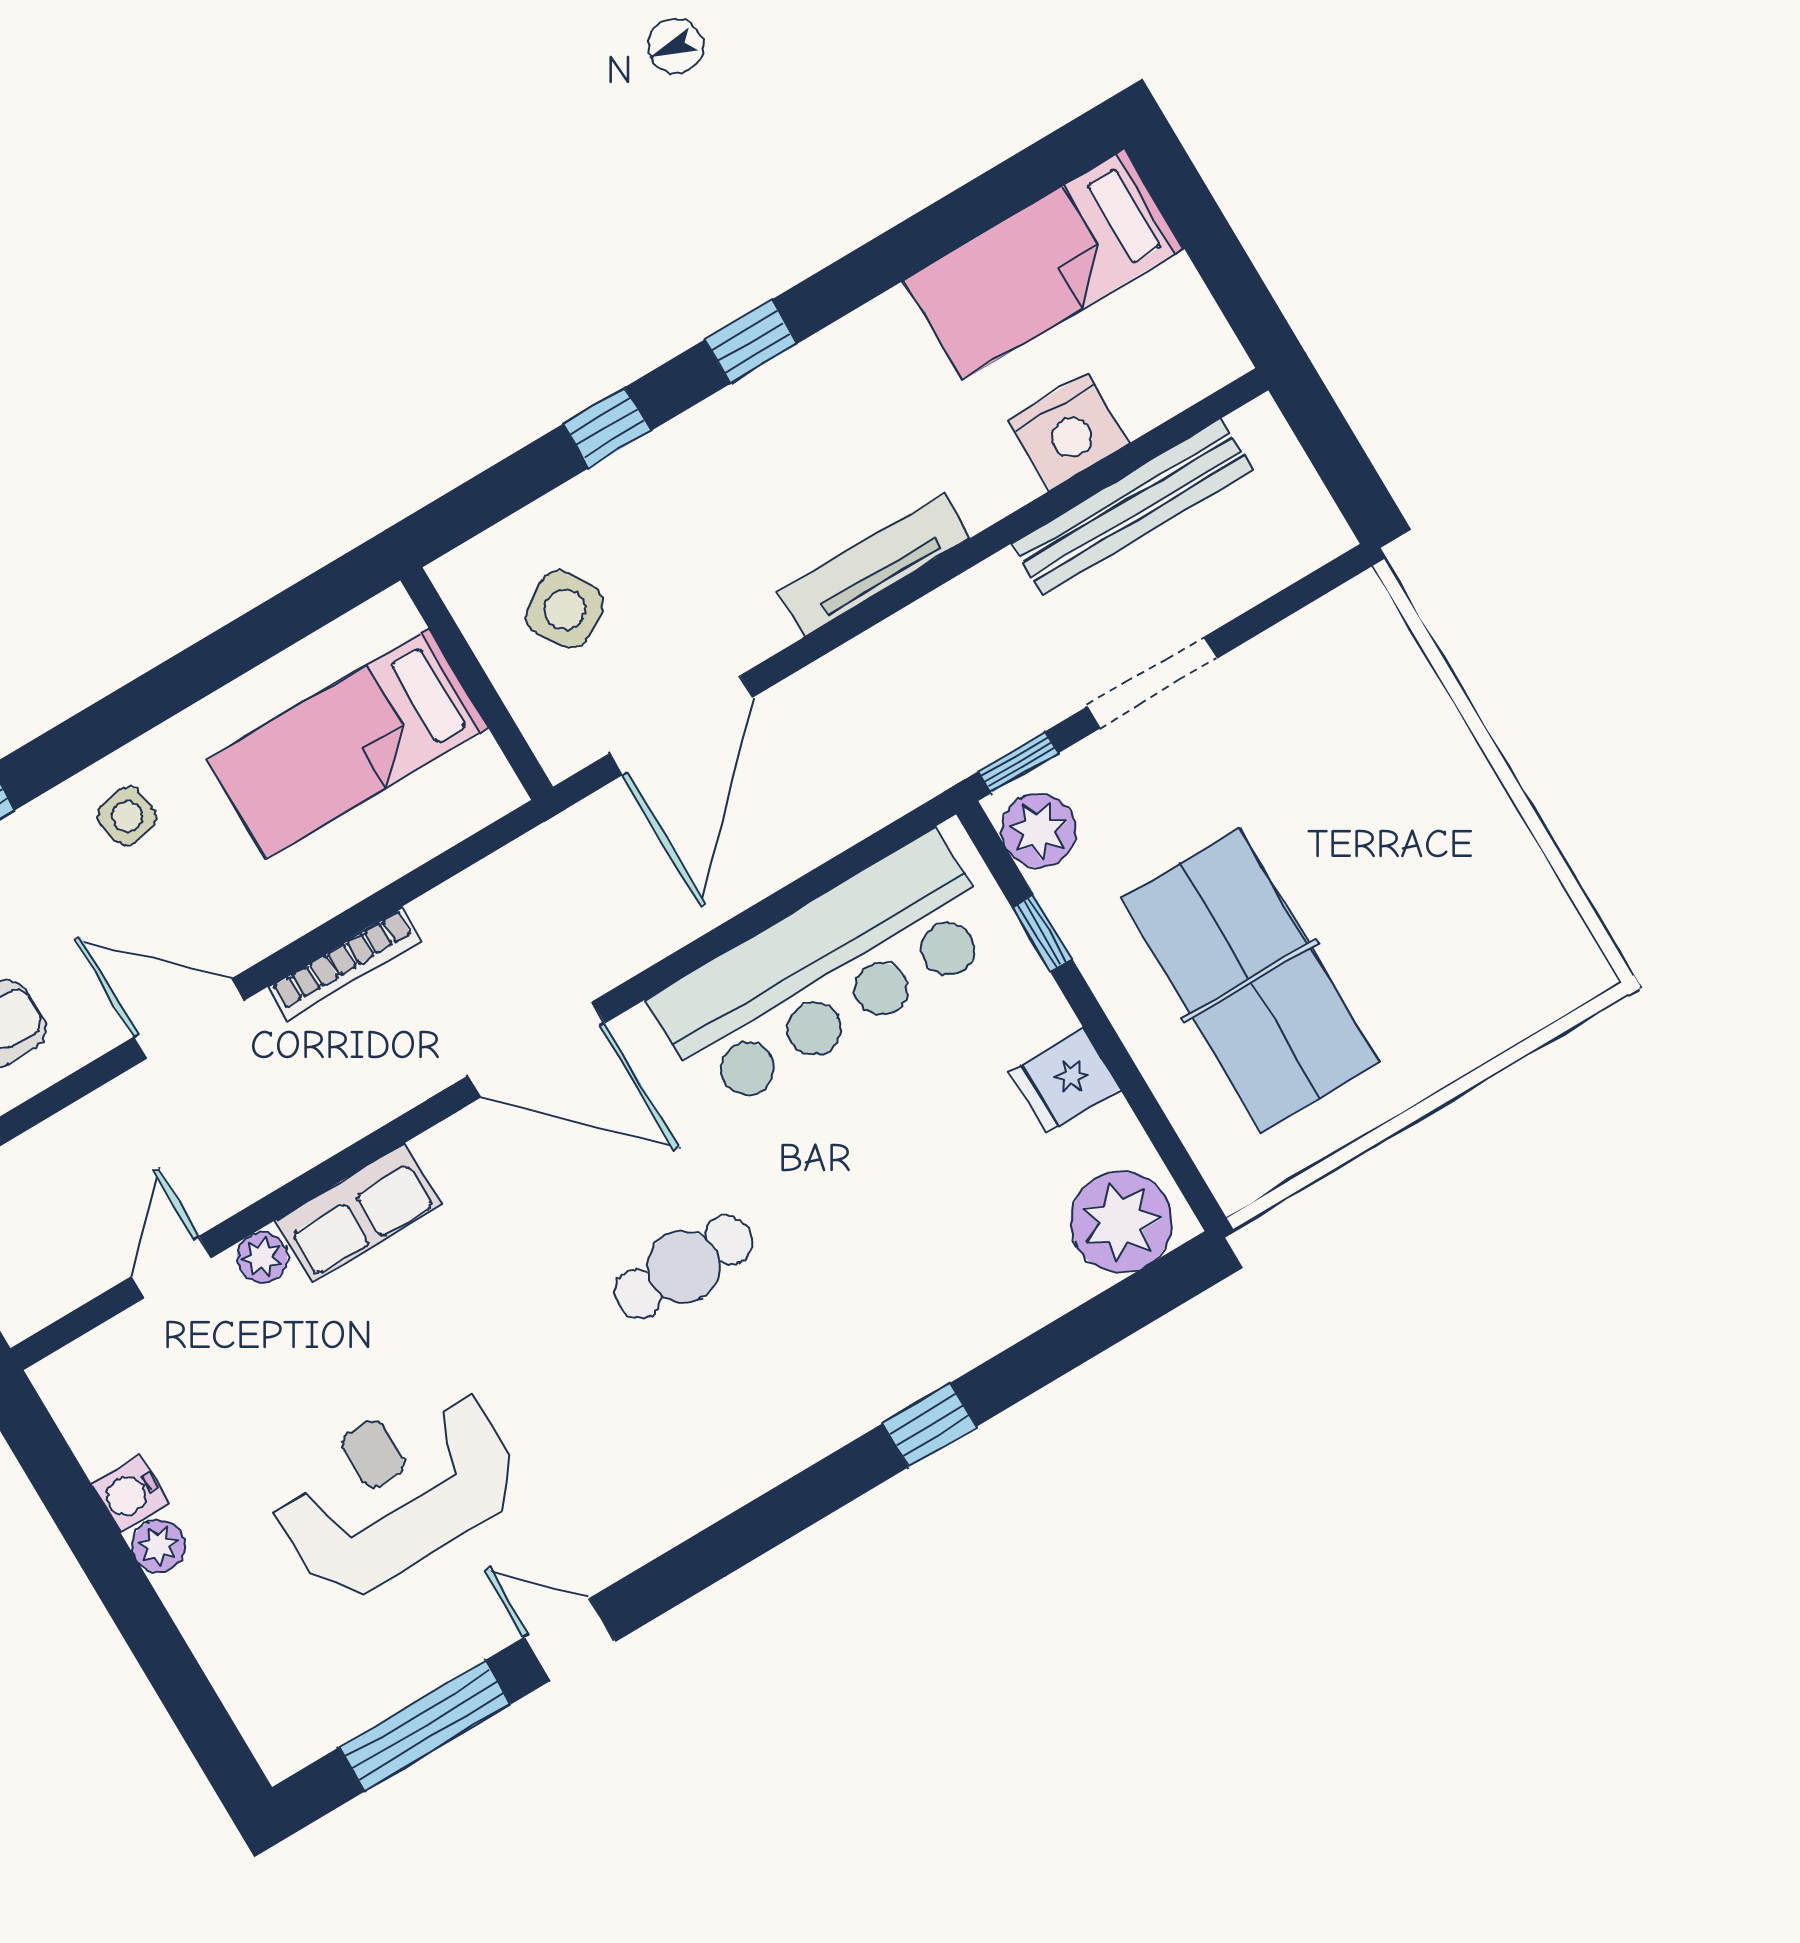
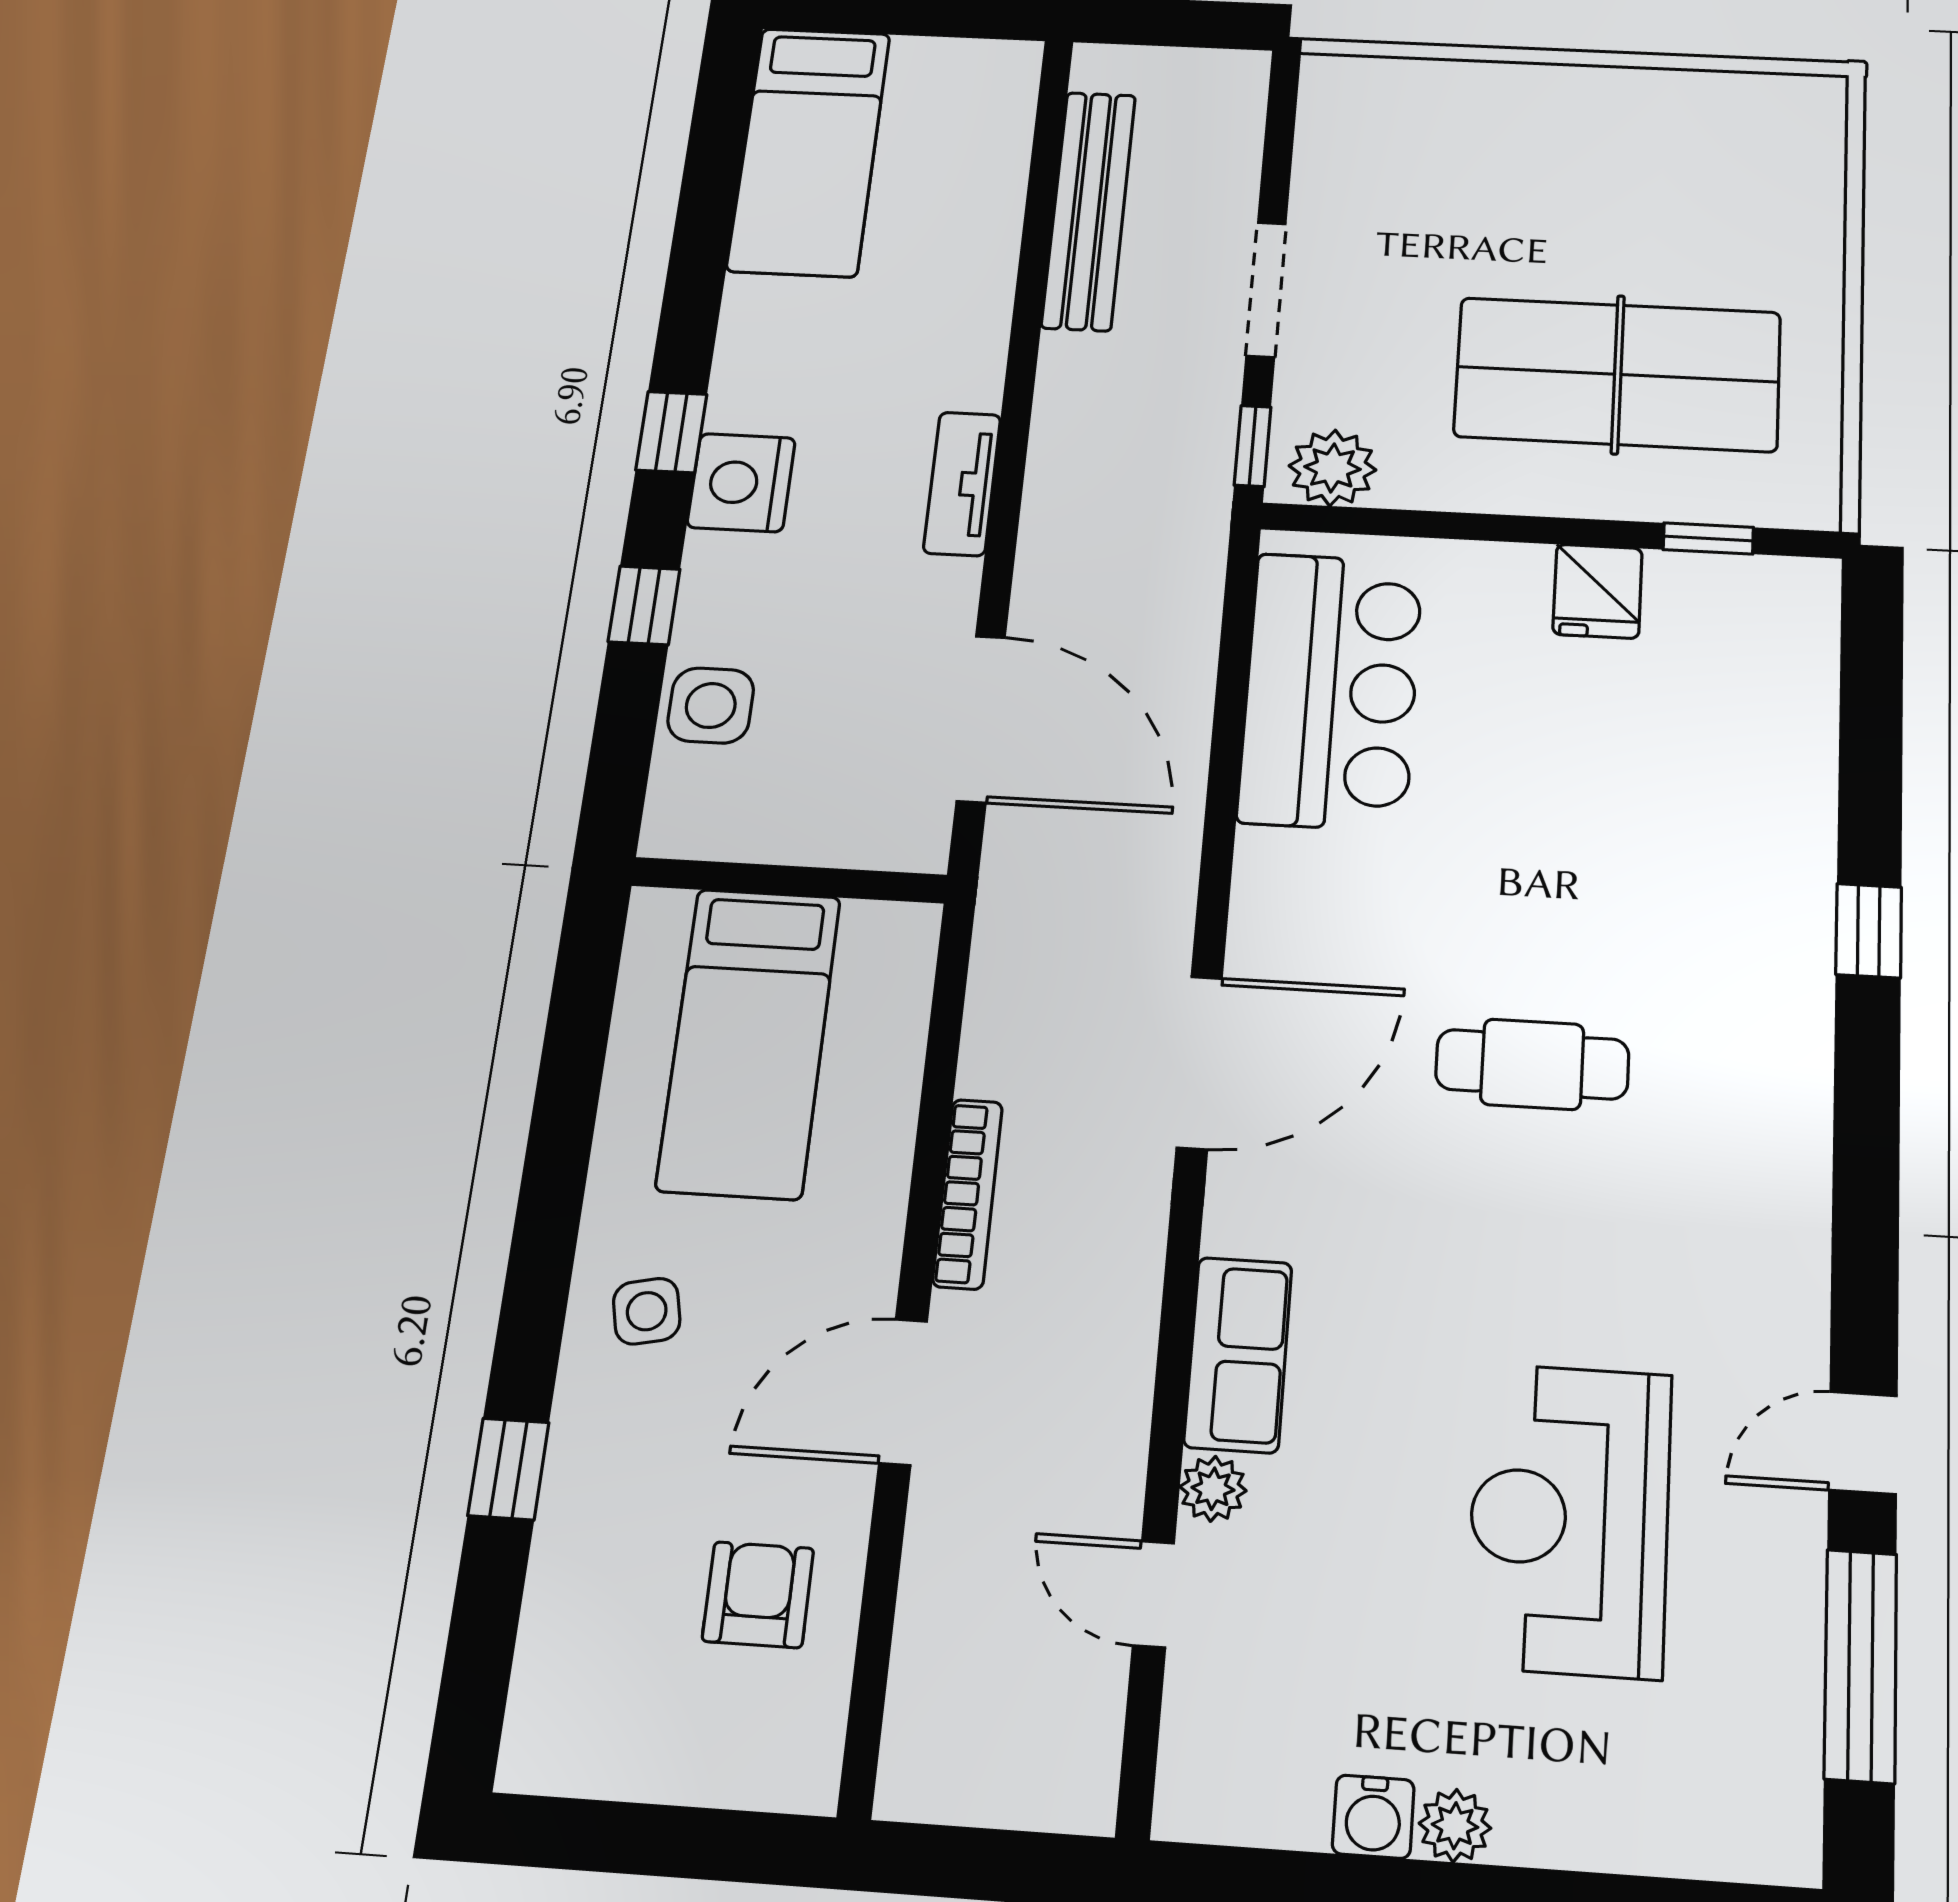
nightstand: (1068, 432) -> (741, 483), moved, turned 180
tv unit: (874, 565) -> (962, 484), width x0.71
side table: (565, 609) -> (711, 705), moved, turned 32
window: (1042, 933) -> (1708, 539), moved
bar counter: (826, 972) -> (1331, 691), width x0.73
plant: (1121, 1222) -> (1779, 627), removed
cafe table: (683, 1267) -> (1532, 1064), turned 90

